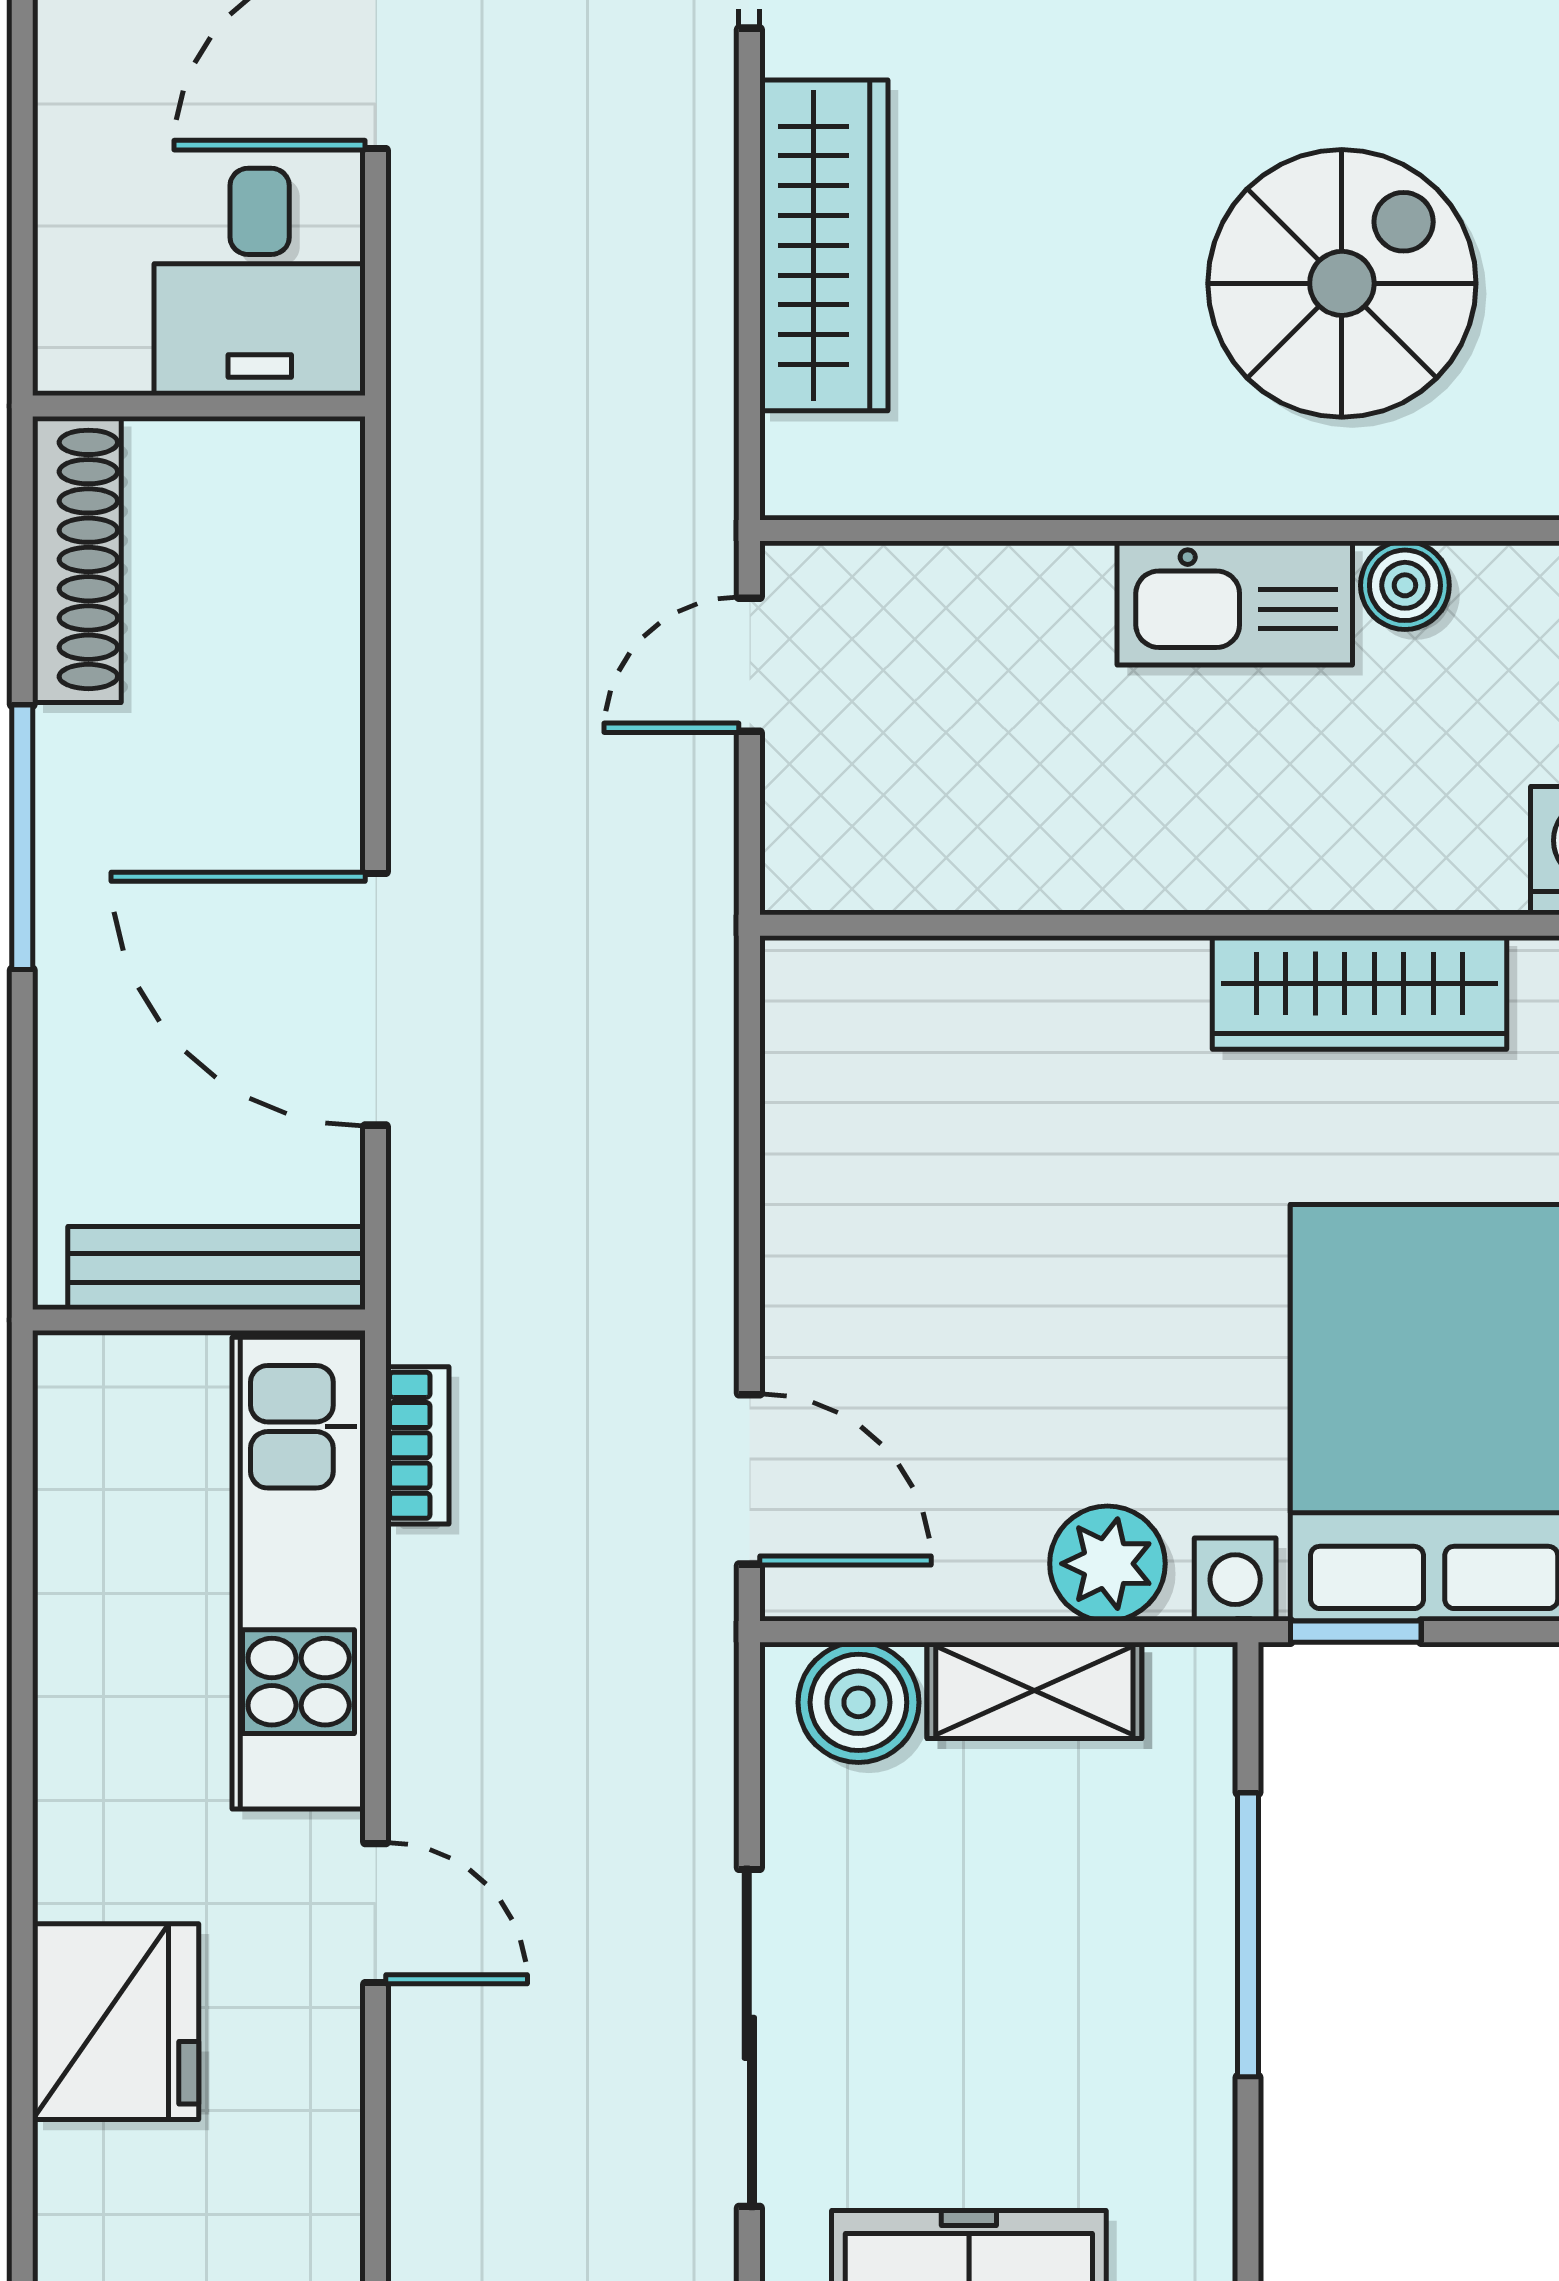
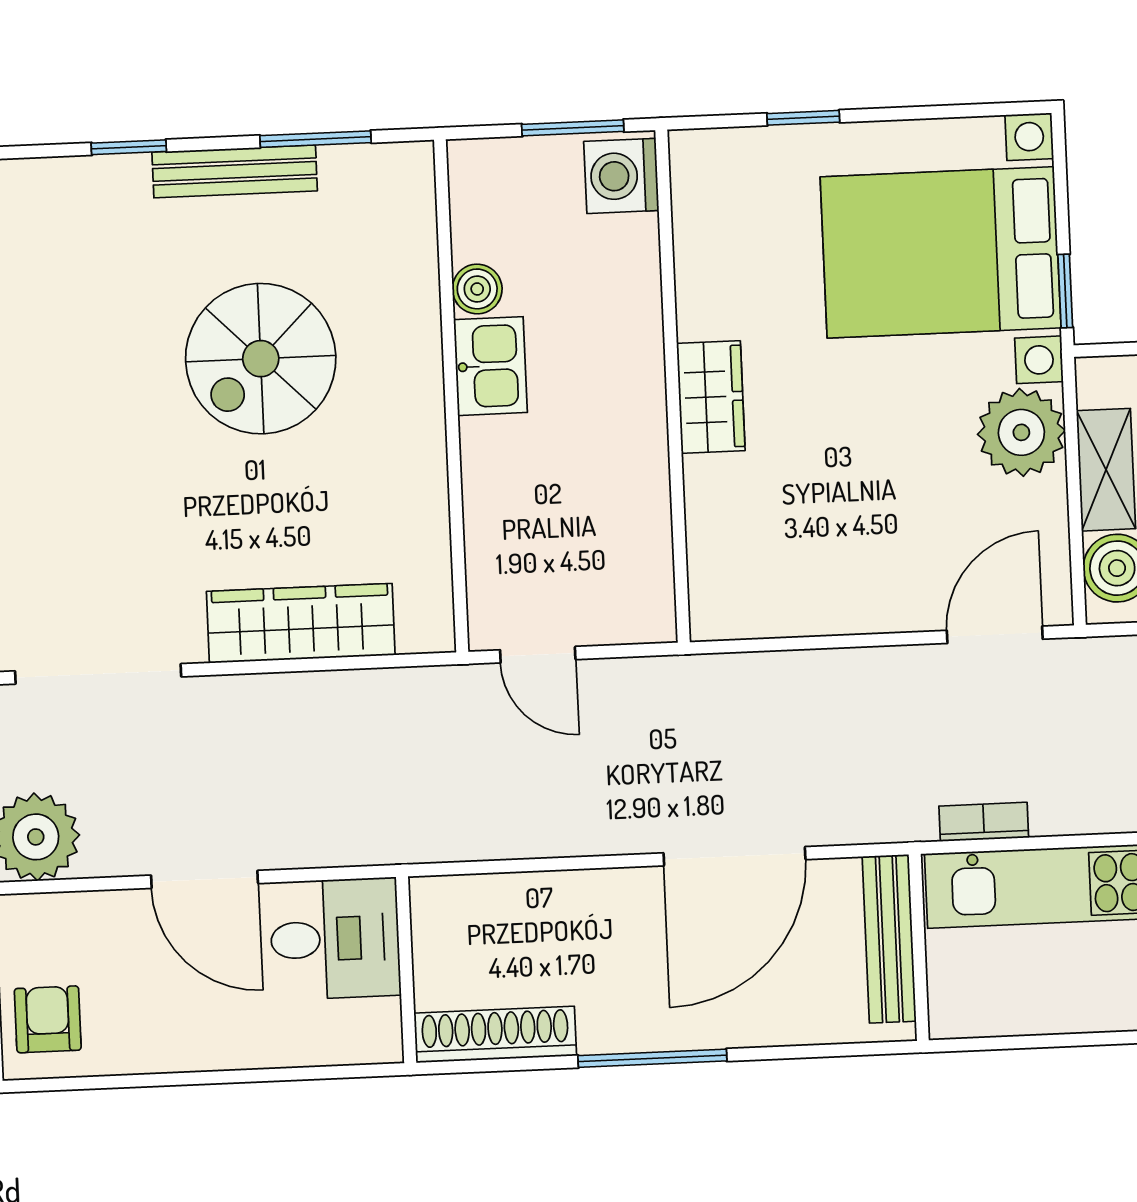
spiral stairs: (1342, 283) -> (261, 359), moved, turned -90
kitchen sink: (1235, 603) -> (491, 366), width x0.73
wardrobe: (1359, 993) -> (711, 397), moved, width x0.67
plant: (1107, 1564) -> (1021, 432), width x1.36, depth x1.36

